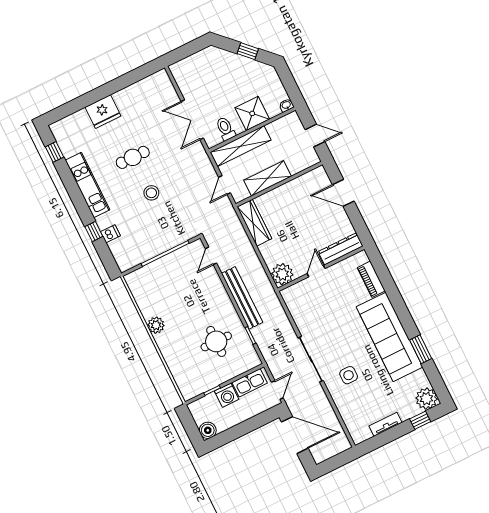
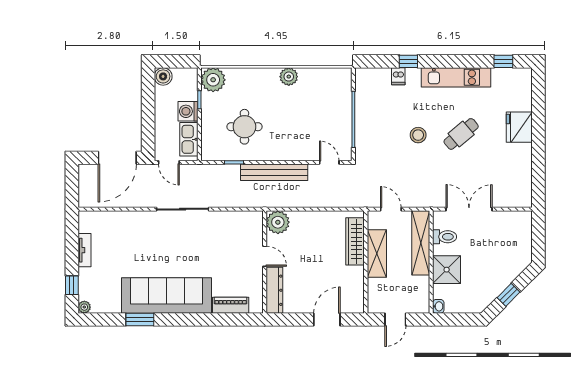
cafe table: (133, 157) -> (461, 134), turned 50
wardrobe: (254, 223) -> (355, 241), moved, turned 90
side table: (349, 375) -> (149, 238), removed
plant: (190, 387) -> (213, 80), added
plant: (426, 399) -> (84, 307), width x0.53, depth x0.53

